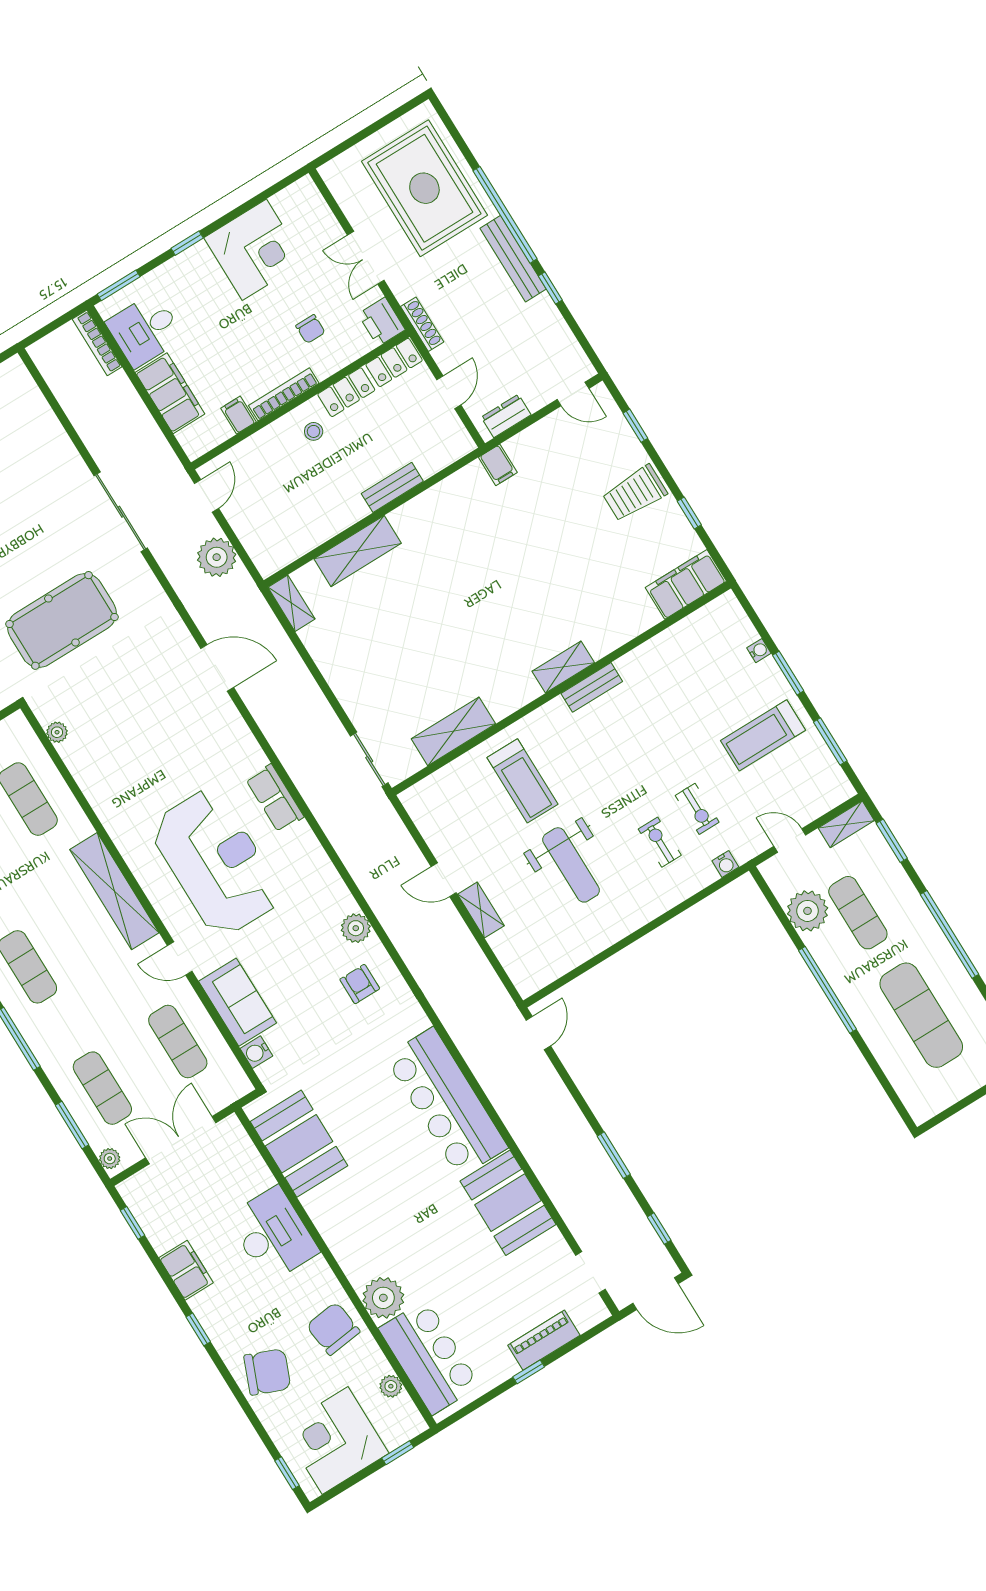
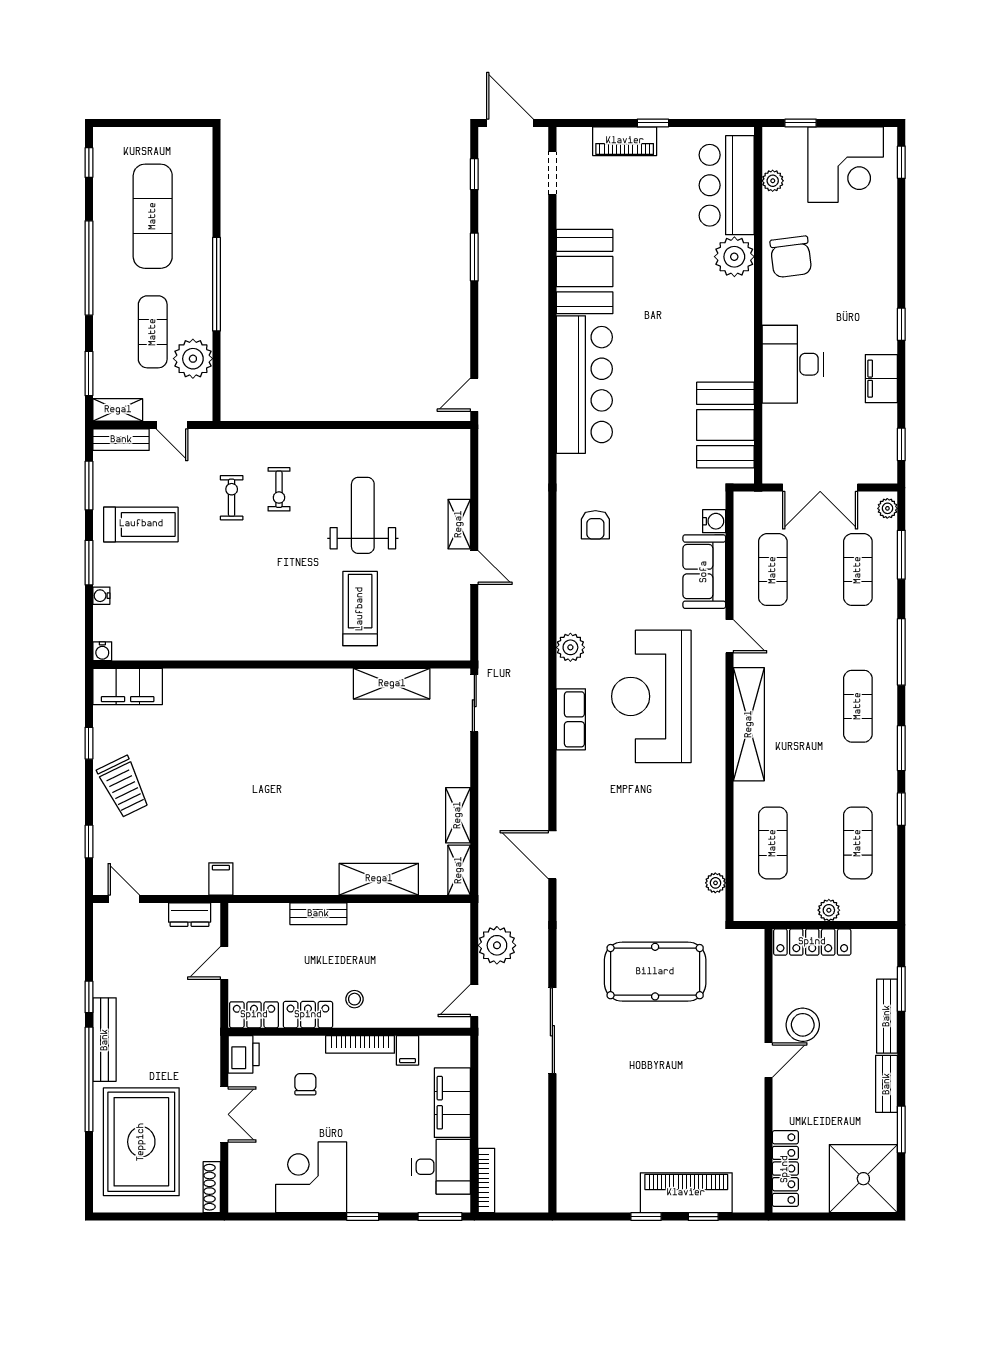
shoe rack: (422, 324) -> (212, 1187), moved
trolley: (635, 493) -> (123, 787), turned 64
shelving: (563, 667) -> (458, 815), moved, turned 90
bench: (592, 687) -> (121, 440), moved
water cooler: (725, 864) -> (102, 651), moved, turned 180
plant: (356, 928) -> (570, 647), moved
chair: (267, 1372) -> (866, 255), removed

